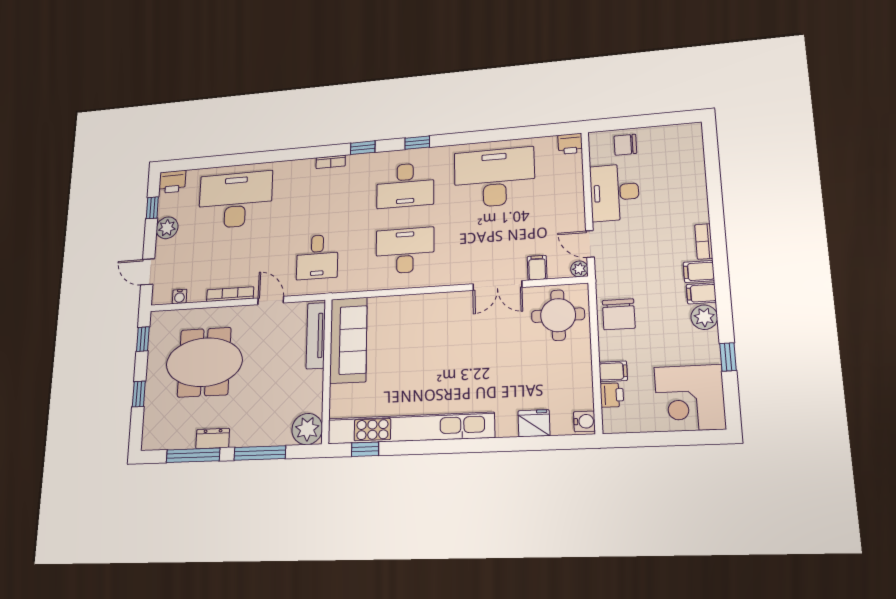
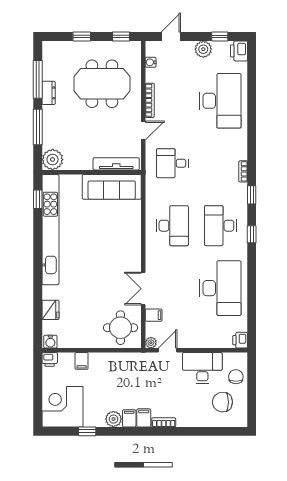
chair: (619, 314) -> (222, 402), moved
meeting table: (204, 362) -> (102, 84), turned 90
printer: (612, 395) -> (50, 359), moved

